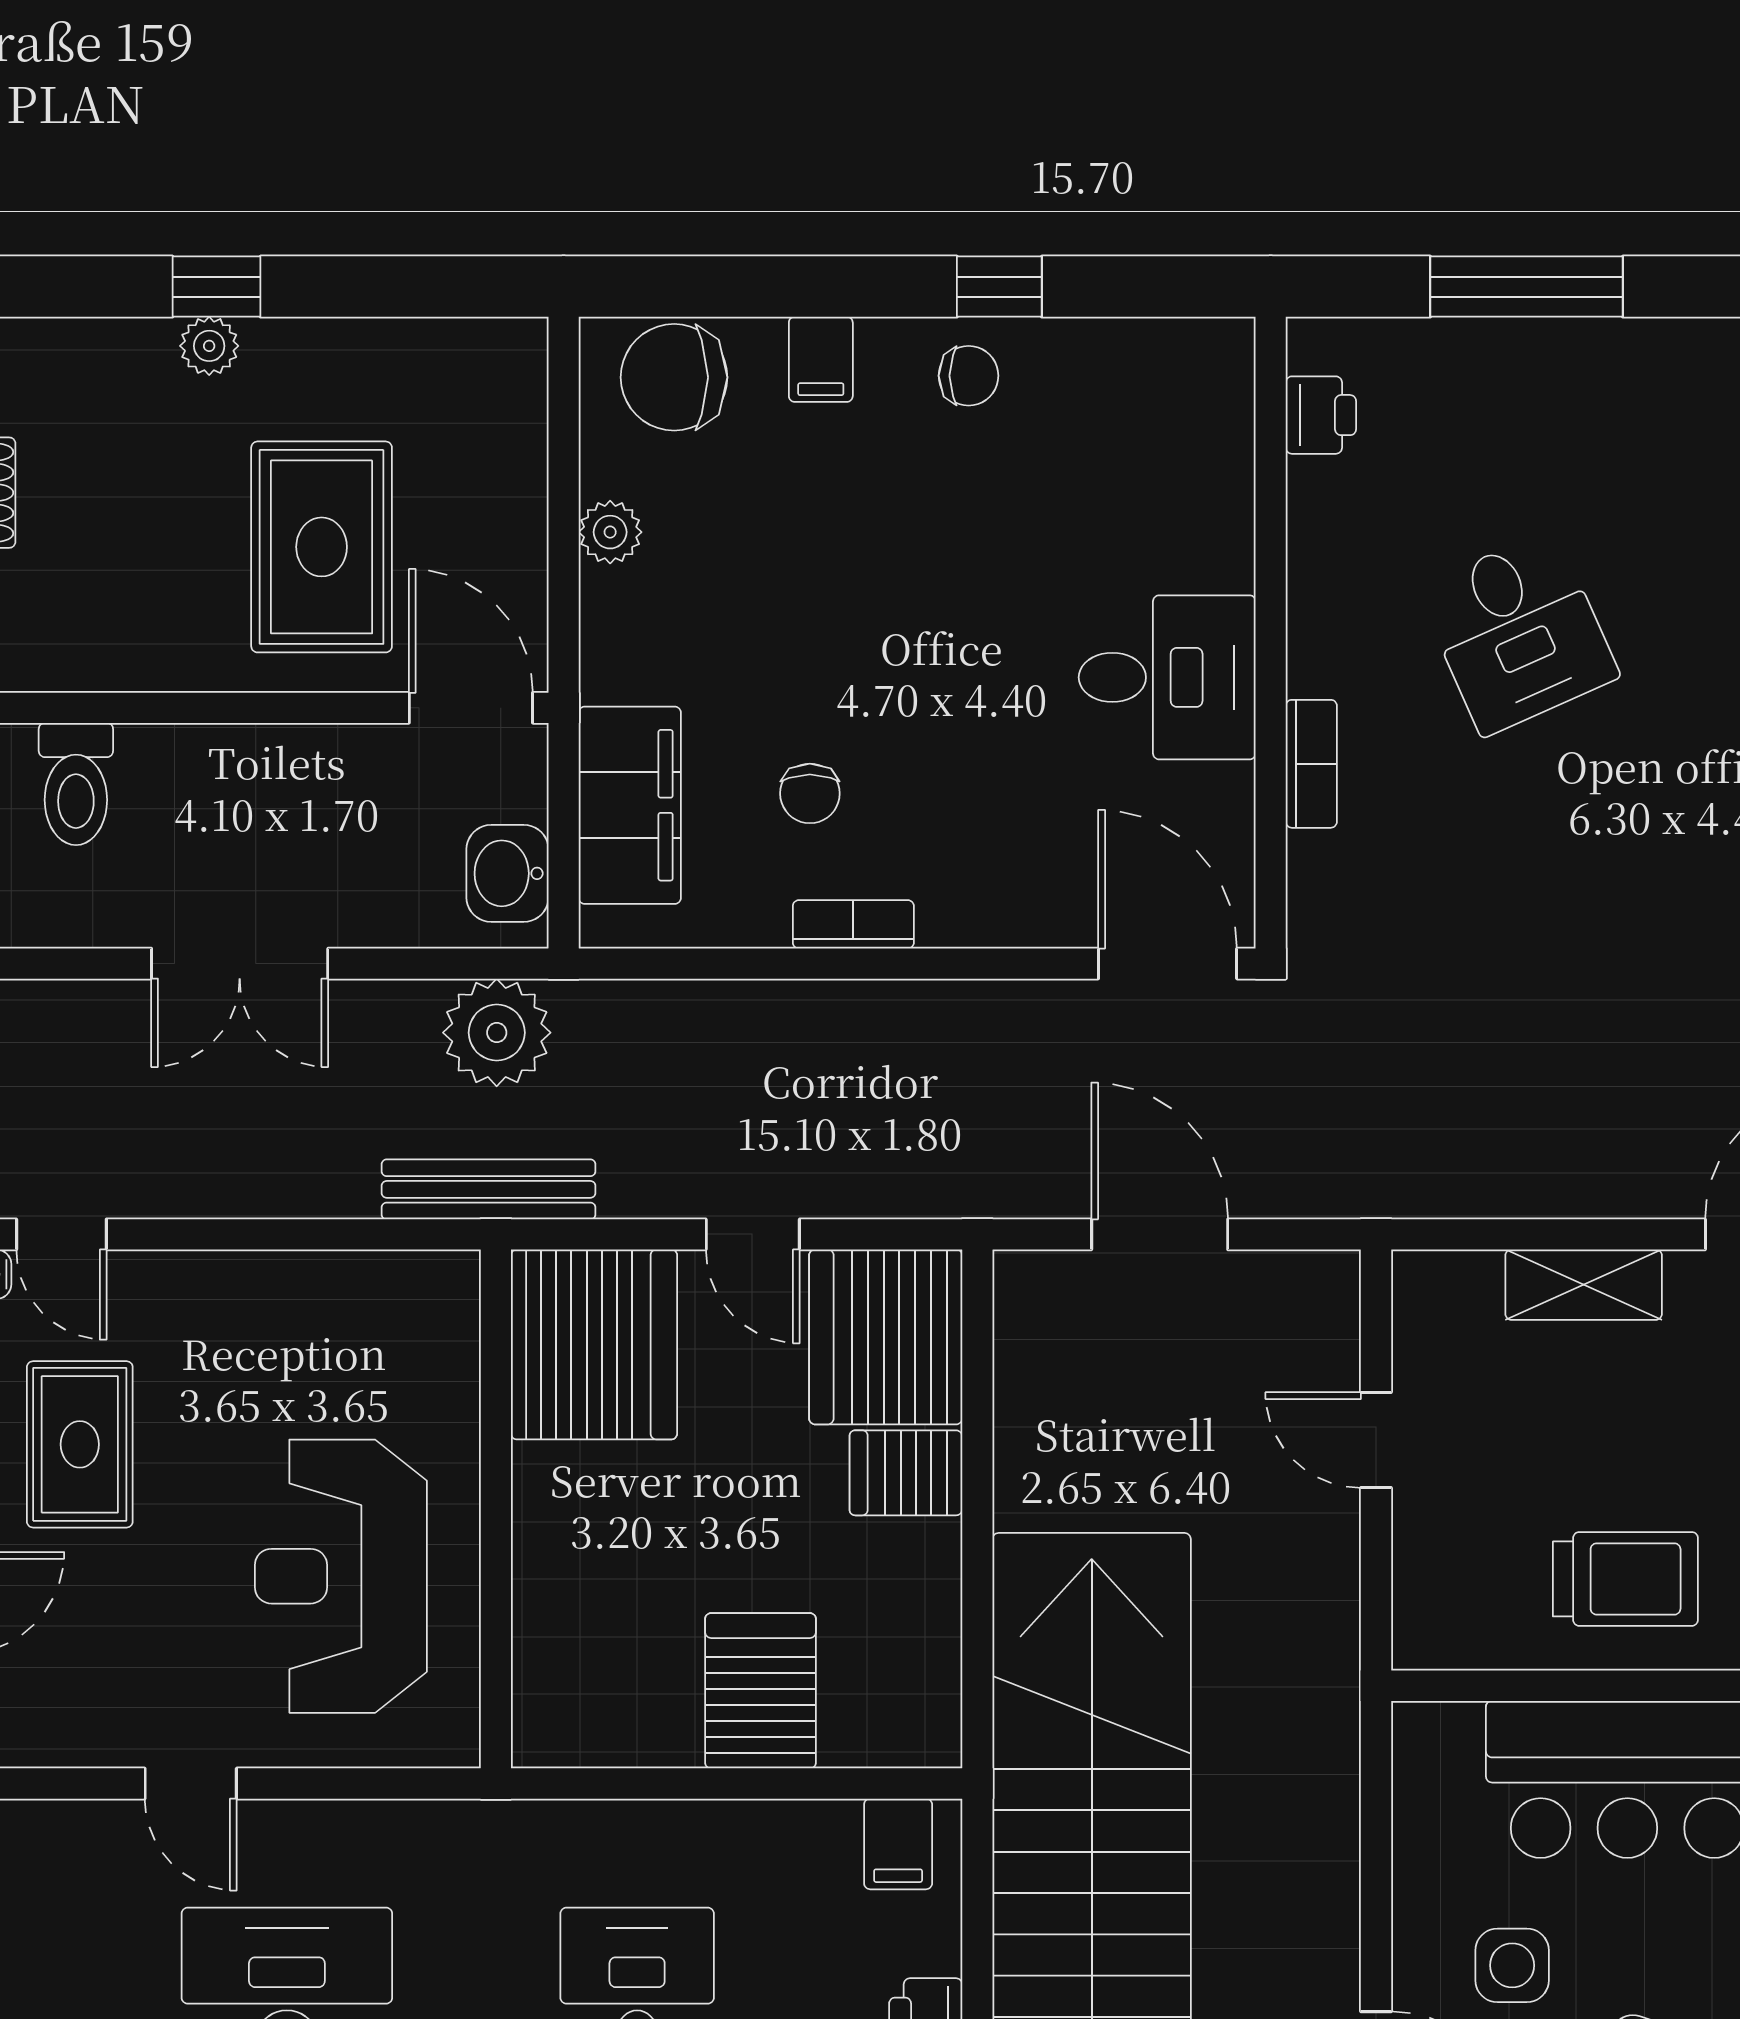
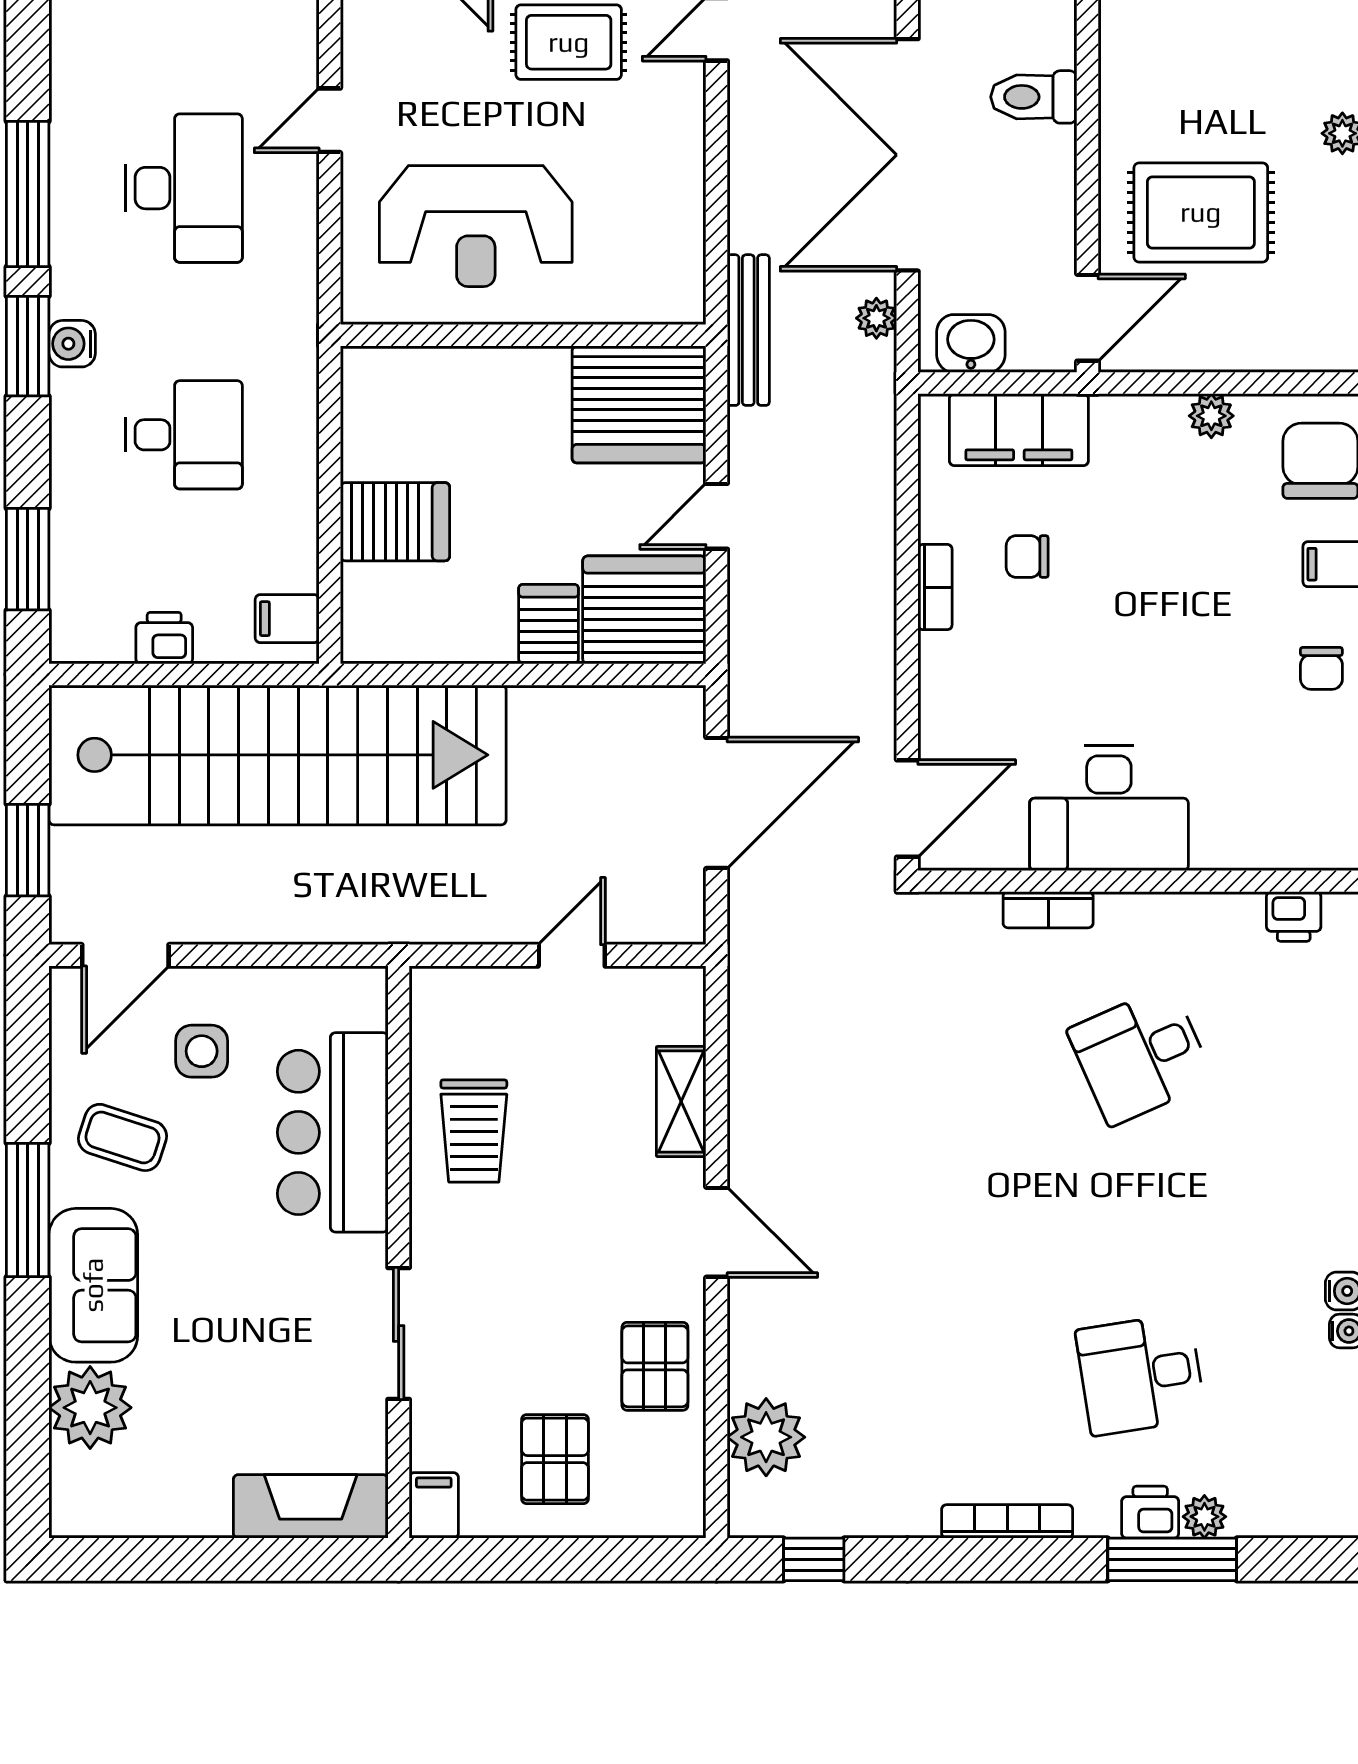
desk: (1167, 677) -> (1109, 808), width x1.37
toilet: (76, 784) -> (1034, 97), moved
double door: (240, 964) -> (907, 155), width x1.87
plant: (497, 1033) -> (876, 318), width x0.53, depth x0.53
door: (1160, 1234) -> (717, 803), width x1.36
reception desk: (341, 1576) -> (476, 226), turned 180

